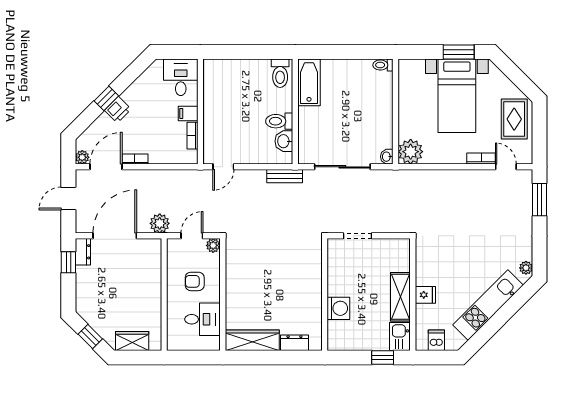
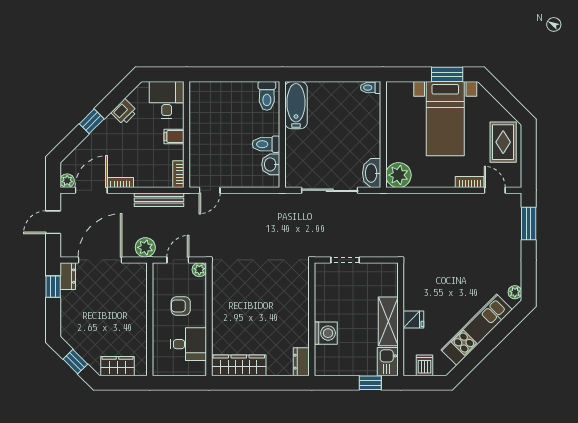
printer: (118, 110) -> (124, 112), moved
bookcase: (192, 136) -> (178, 174), moved
washbasin: (387, 157) -> (372, 173), width x1.91, depth x1.45
bench: (285, 176) -> (159, 200), moved, width x1.36
dresser: (294, 343) -> (301, 362), moved, turned -90

